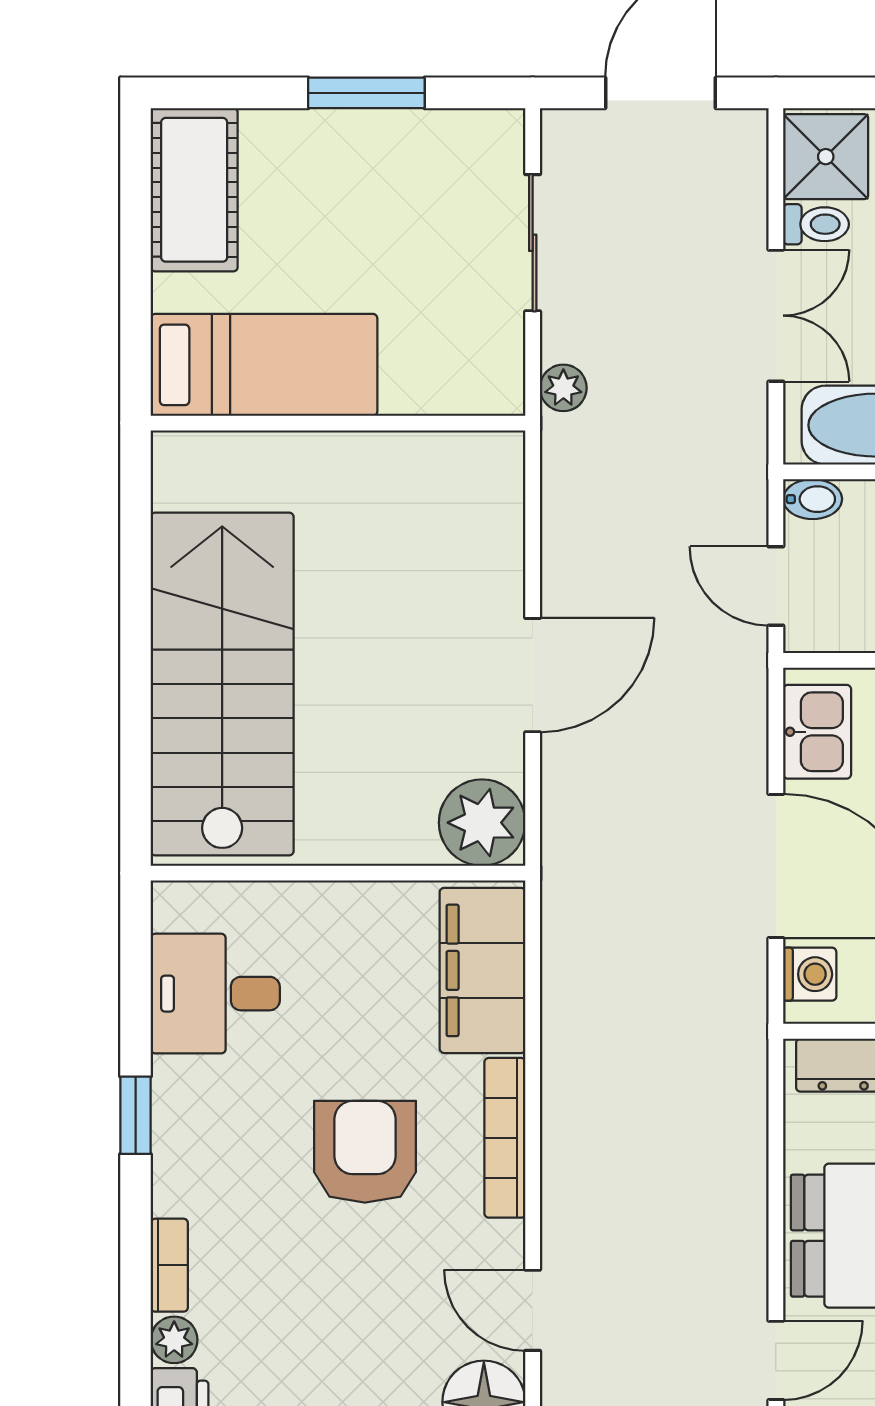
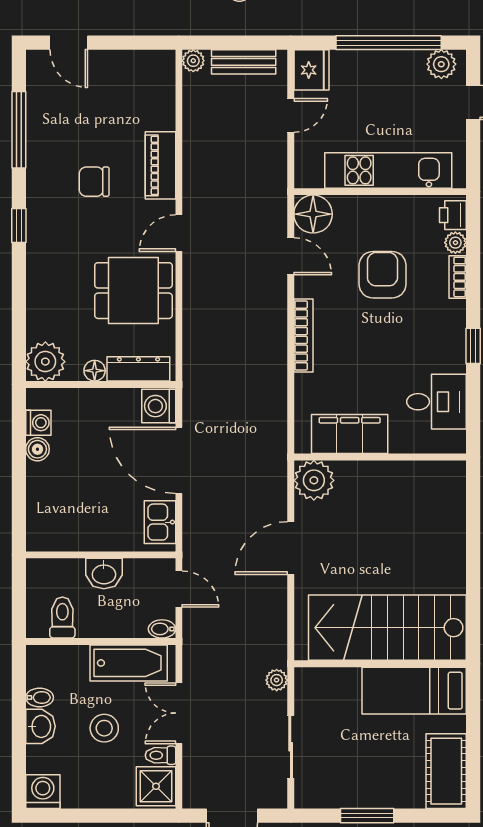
stairs: (222, 684) -> (387, 628), moved, turned 90
filing cabinet: (483, 970) -> (350, 434), moved, turned -90
washing machine: (810, 974) -> (159, 406), width x1.38, depth x1.38
armchair: (365, 1152) -> (382, 275), moved, turned 180

